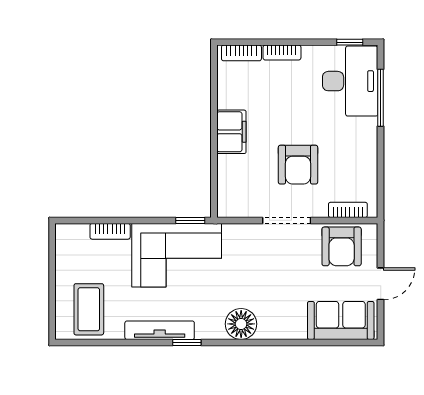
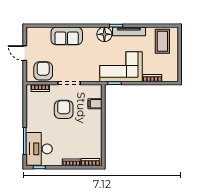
filing cabinet: (231, 132) -> (95, 104), moved, width x0.50
door: (381, 284) -> (25, 53), hinge flipped
sofa: (341, 320) -> (67, 36), moved
floor lamp: (241, 324) -> (104, 34), moved

